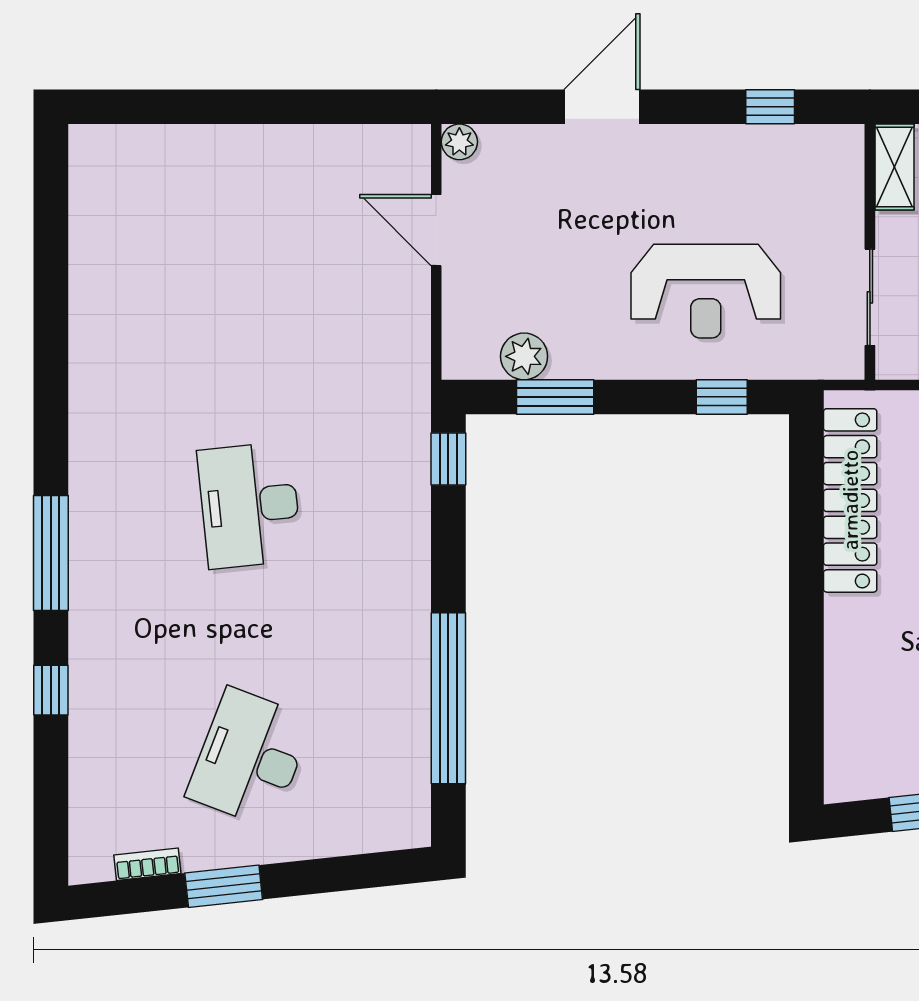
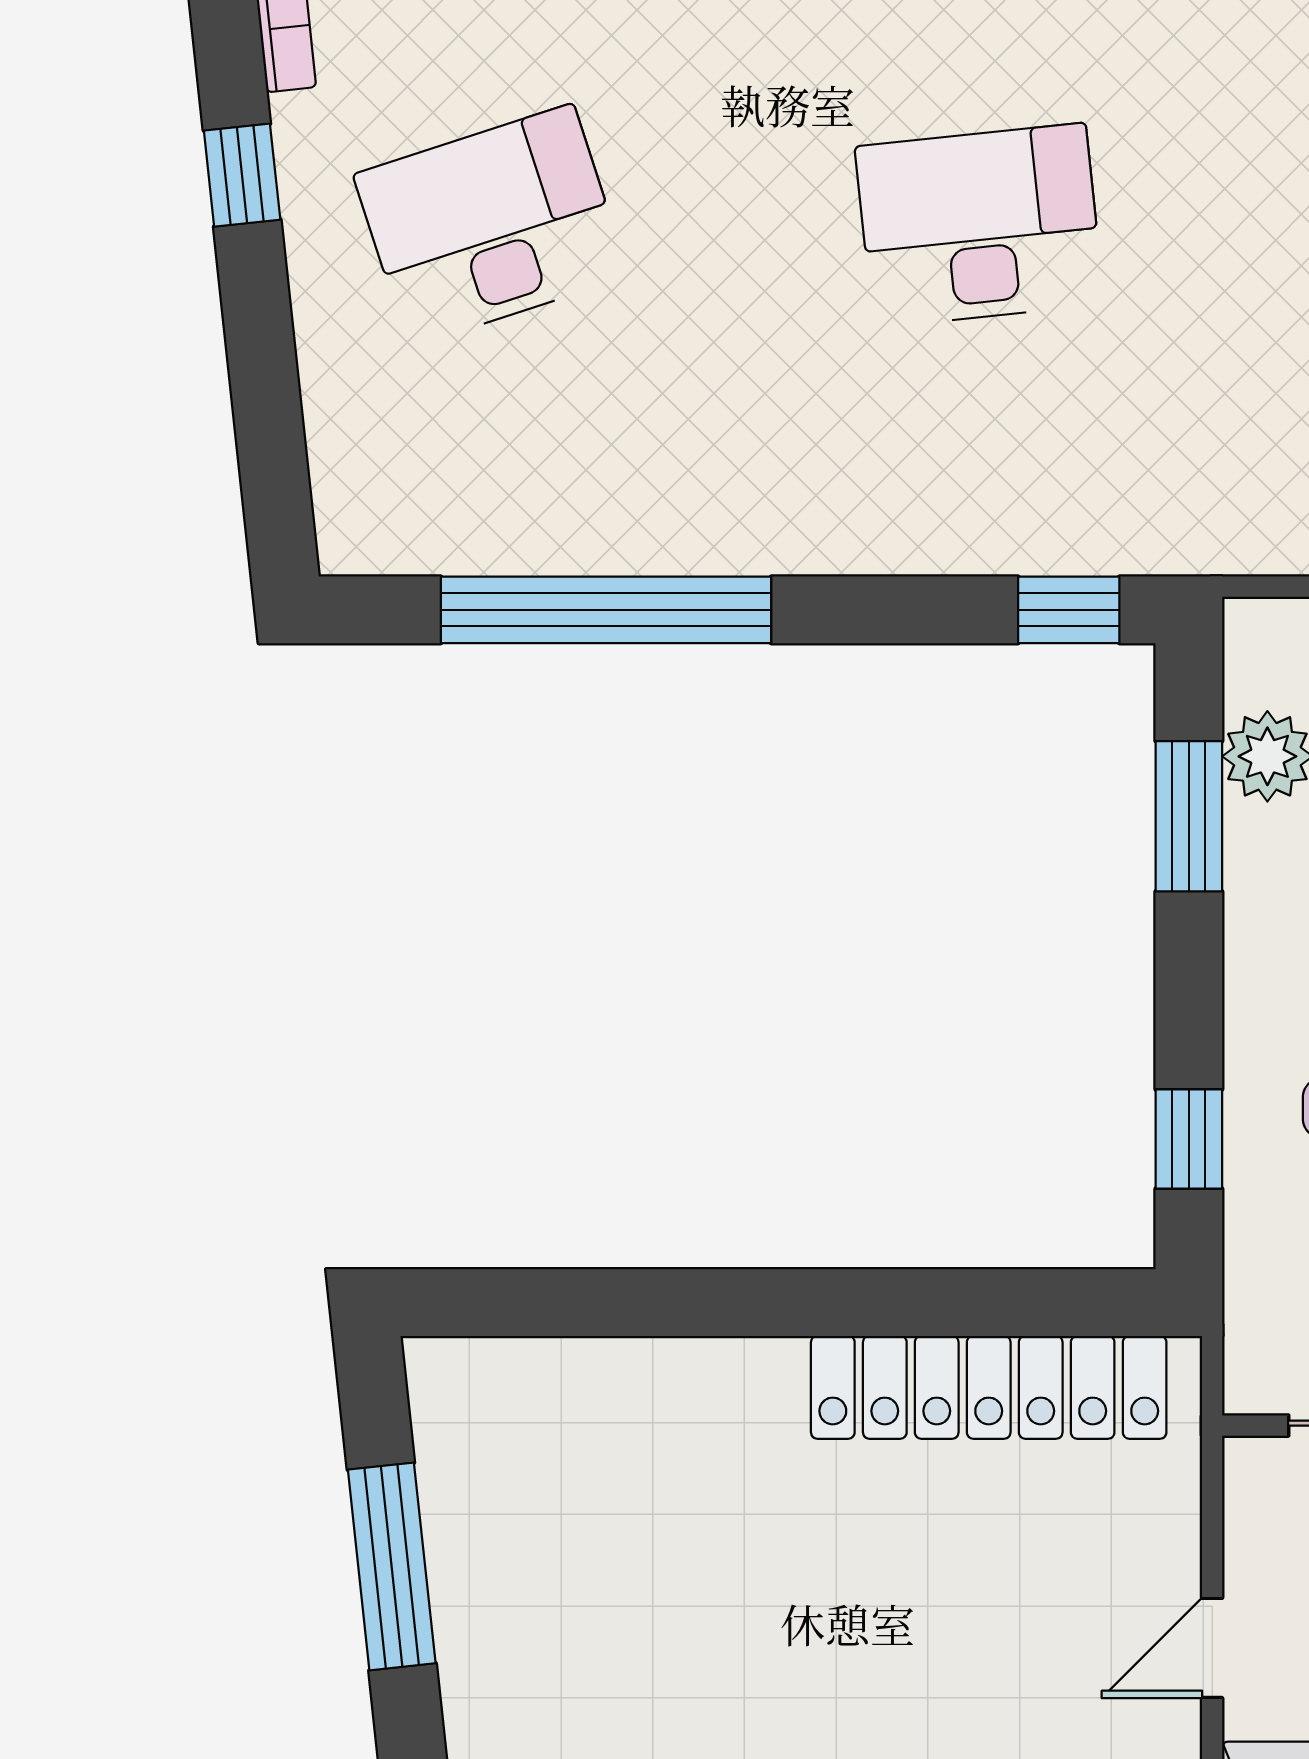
desk: (250, 758) -> (491, 225), turned -39
window: (224, 886) -> (242, 175), width x0.67

